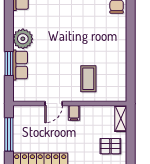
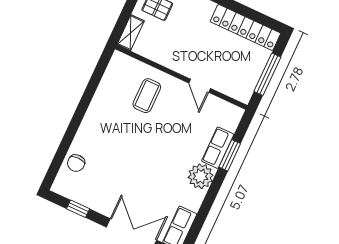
door: (54, 104) -> (200, 86), swing flipped
filing cabinet: (74, 113) -> (181, 64), removed

